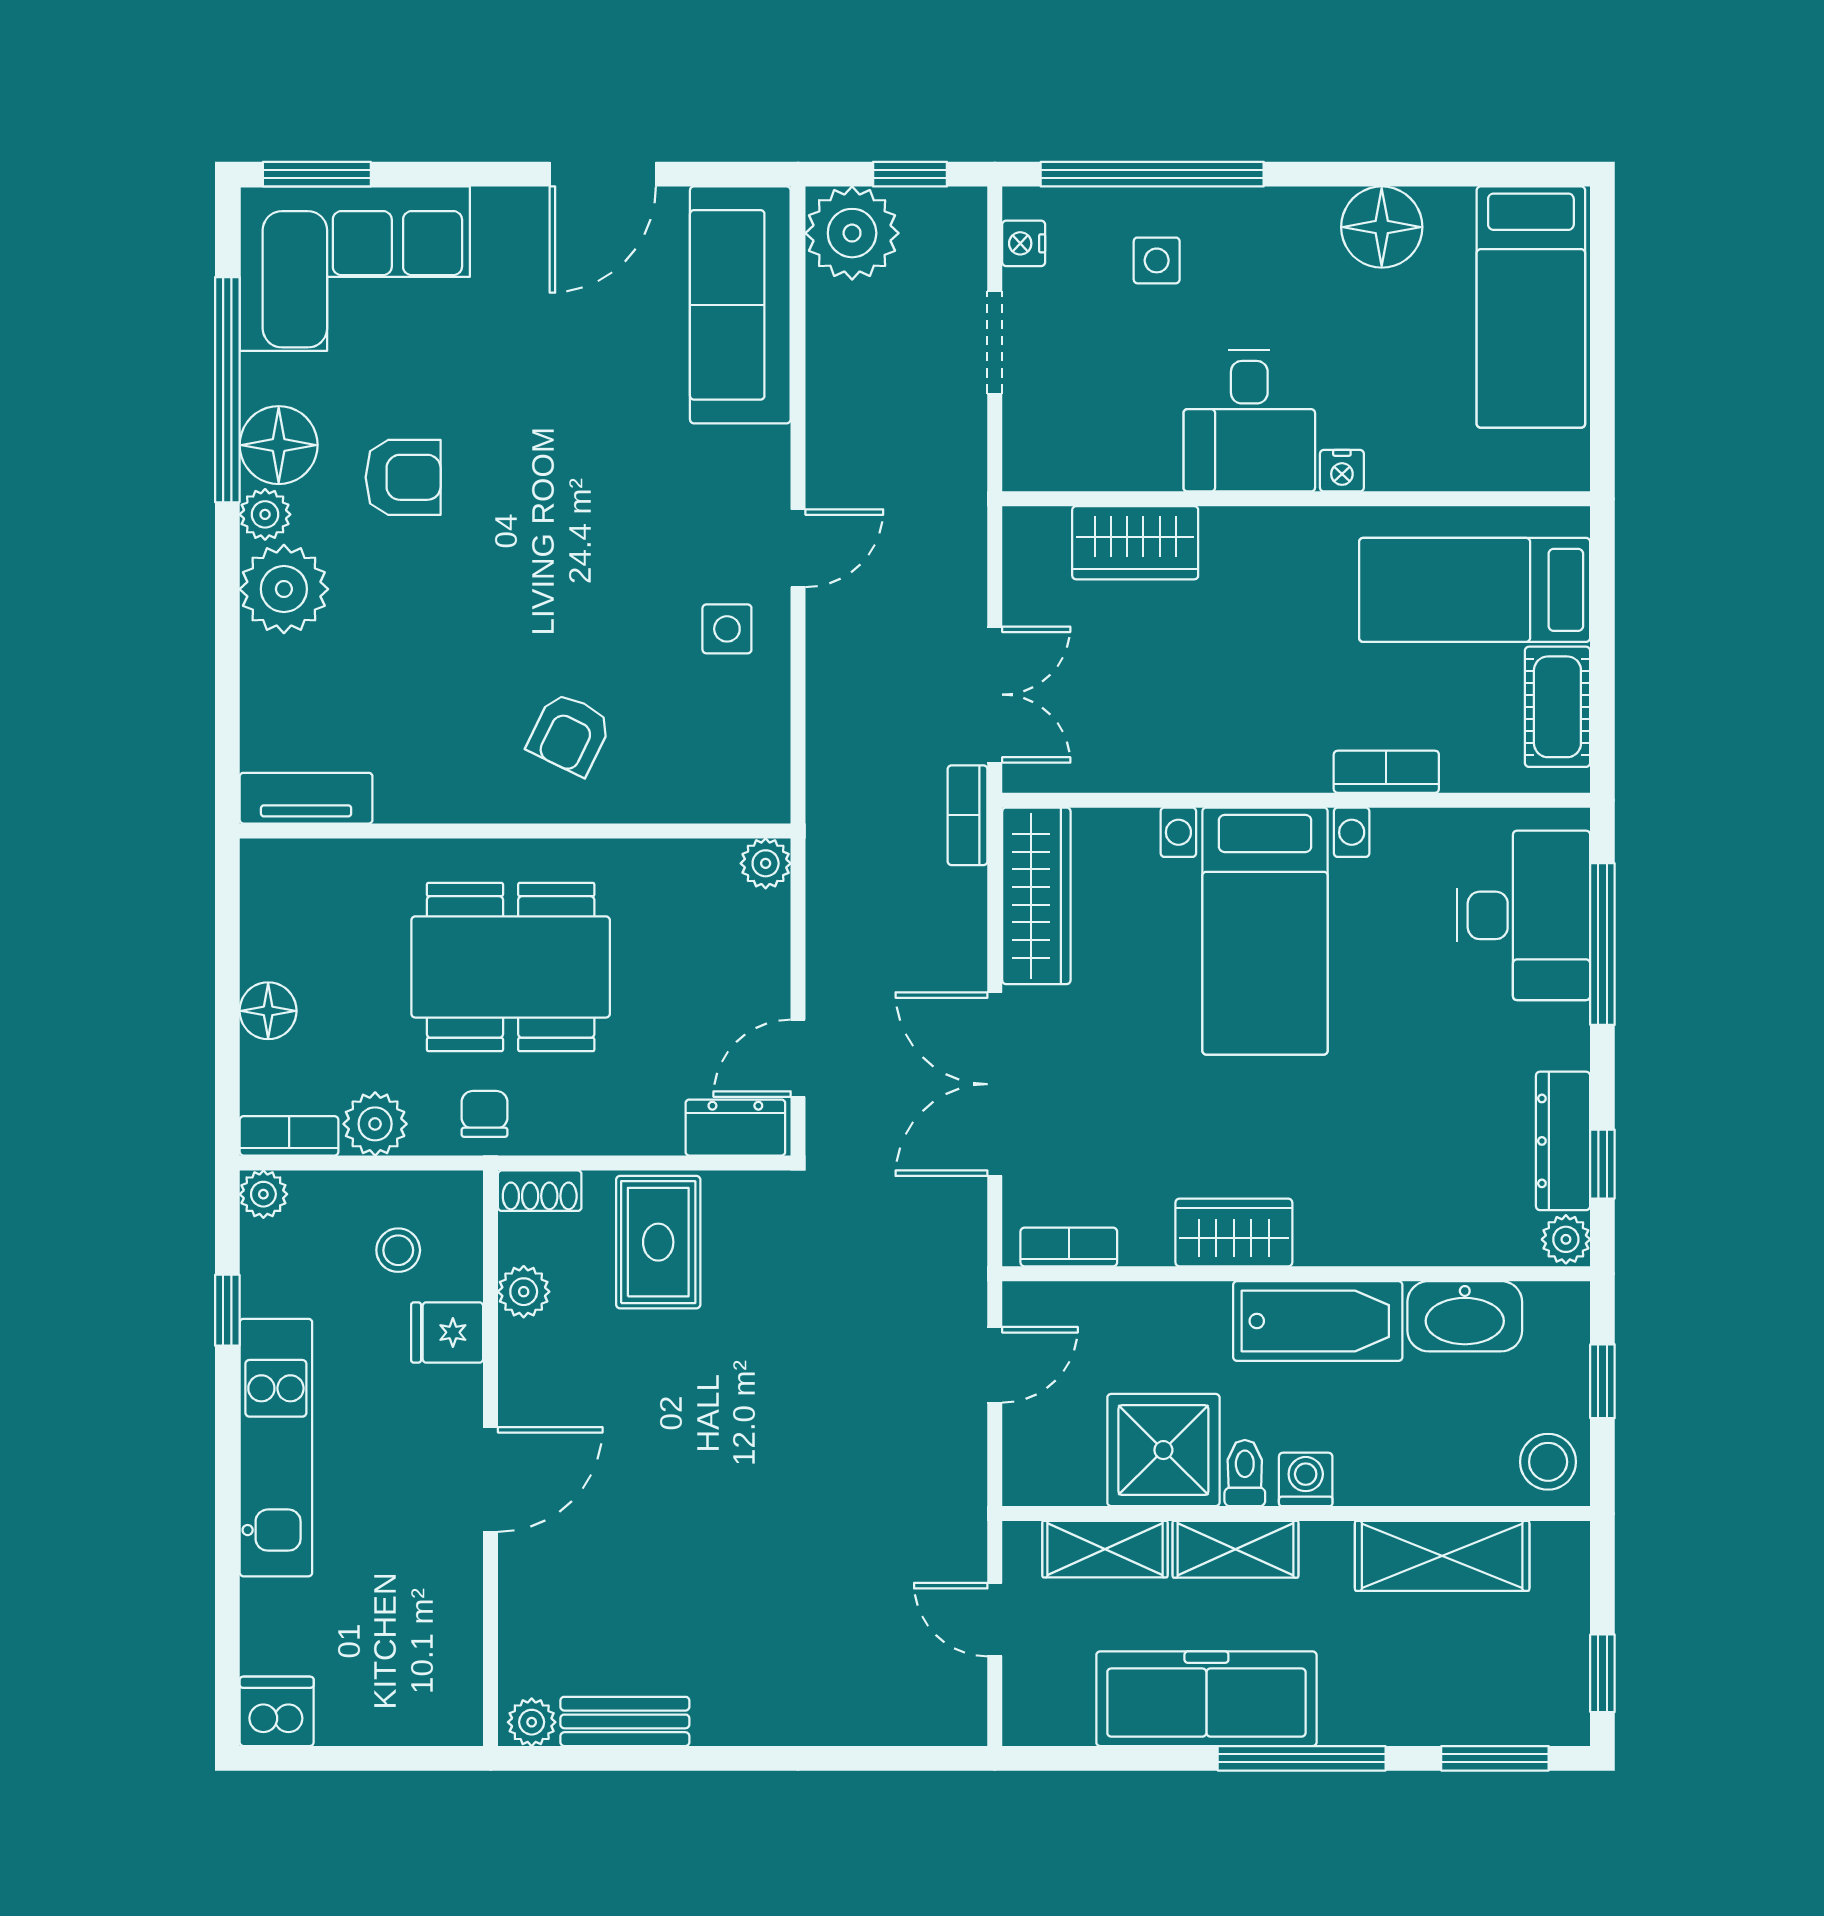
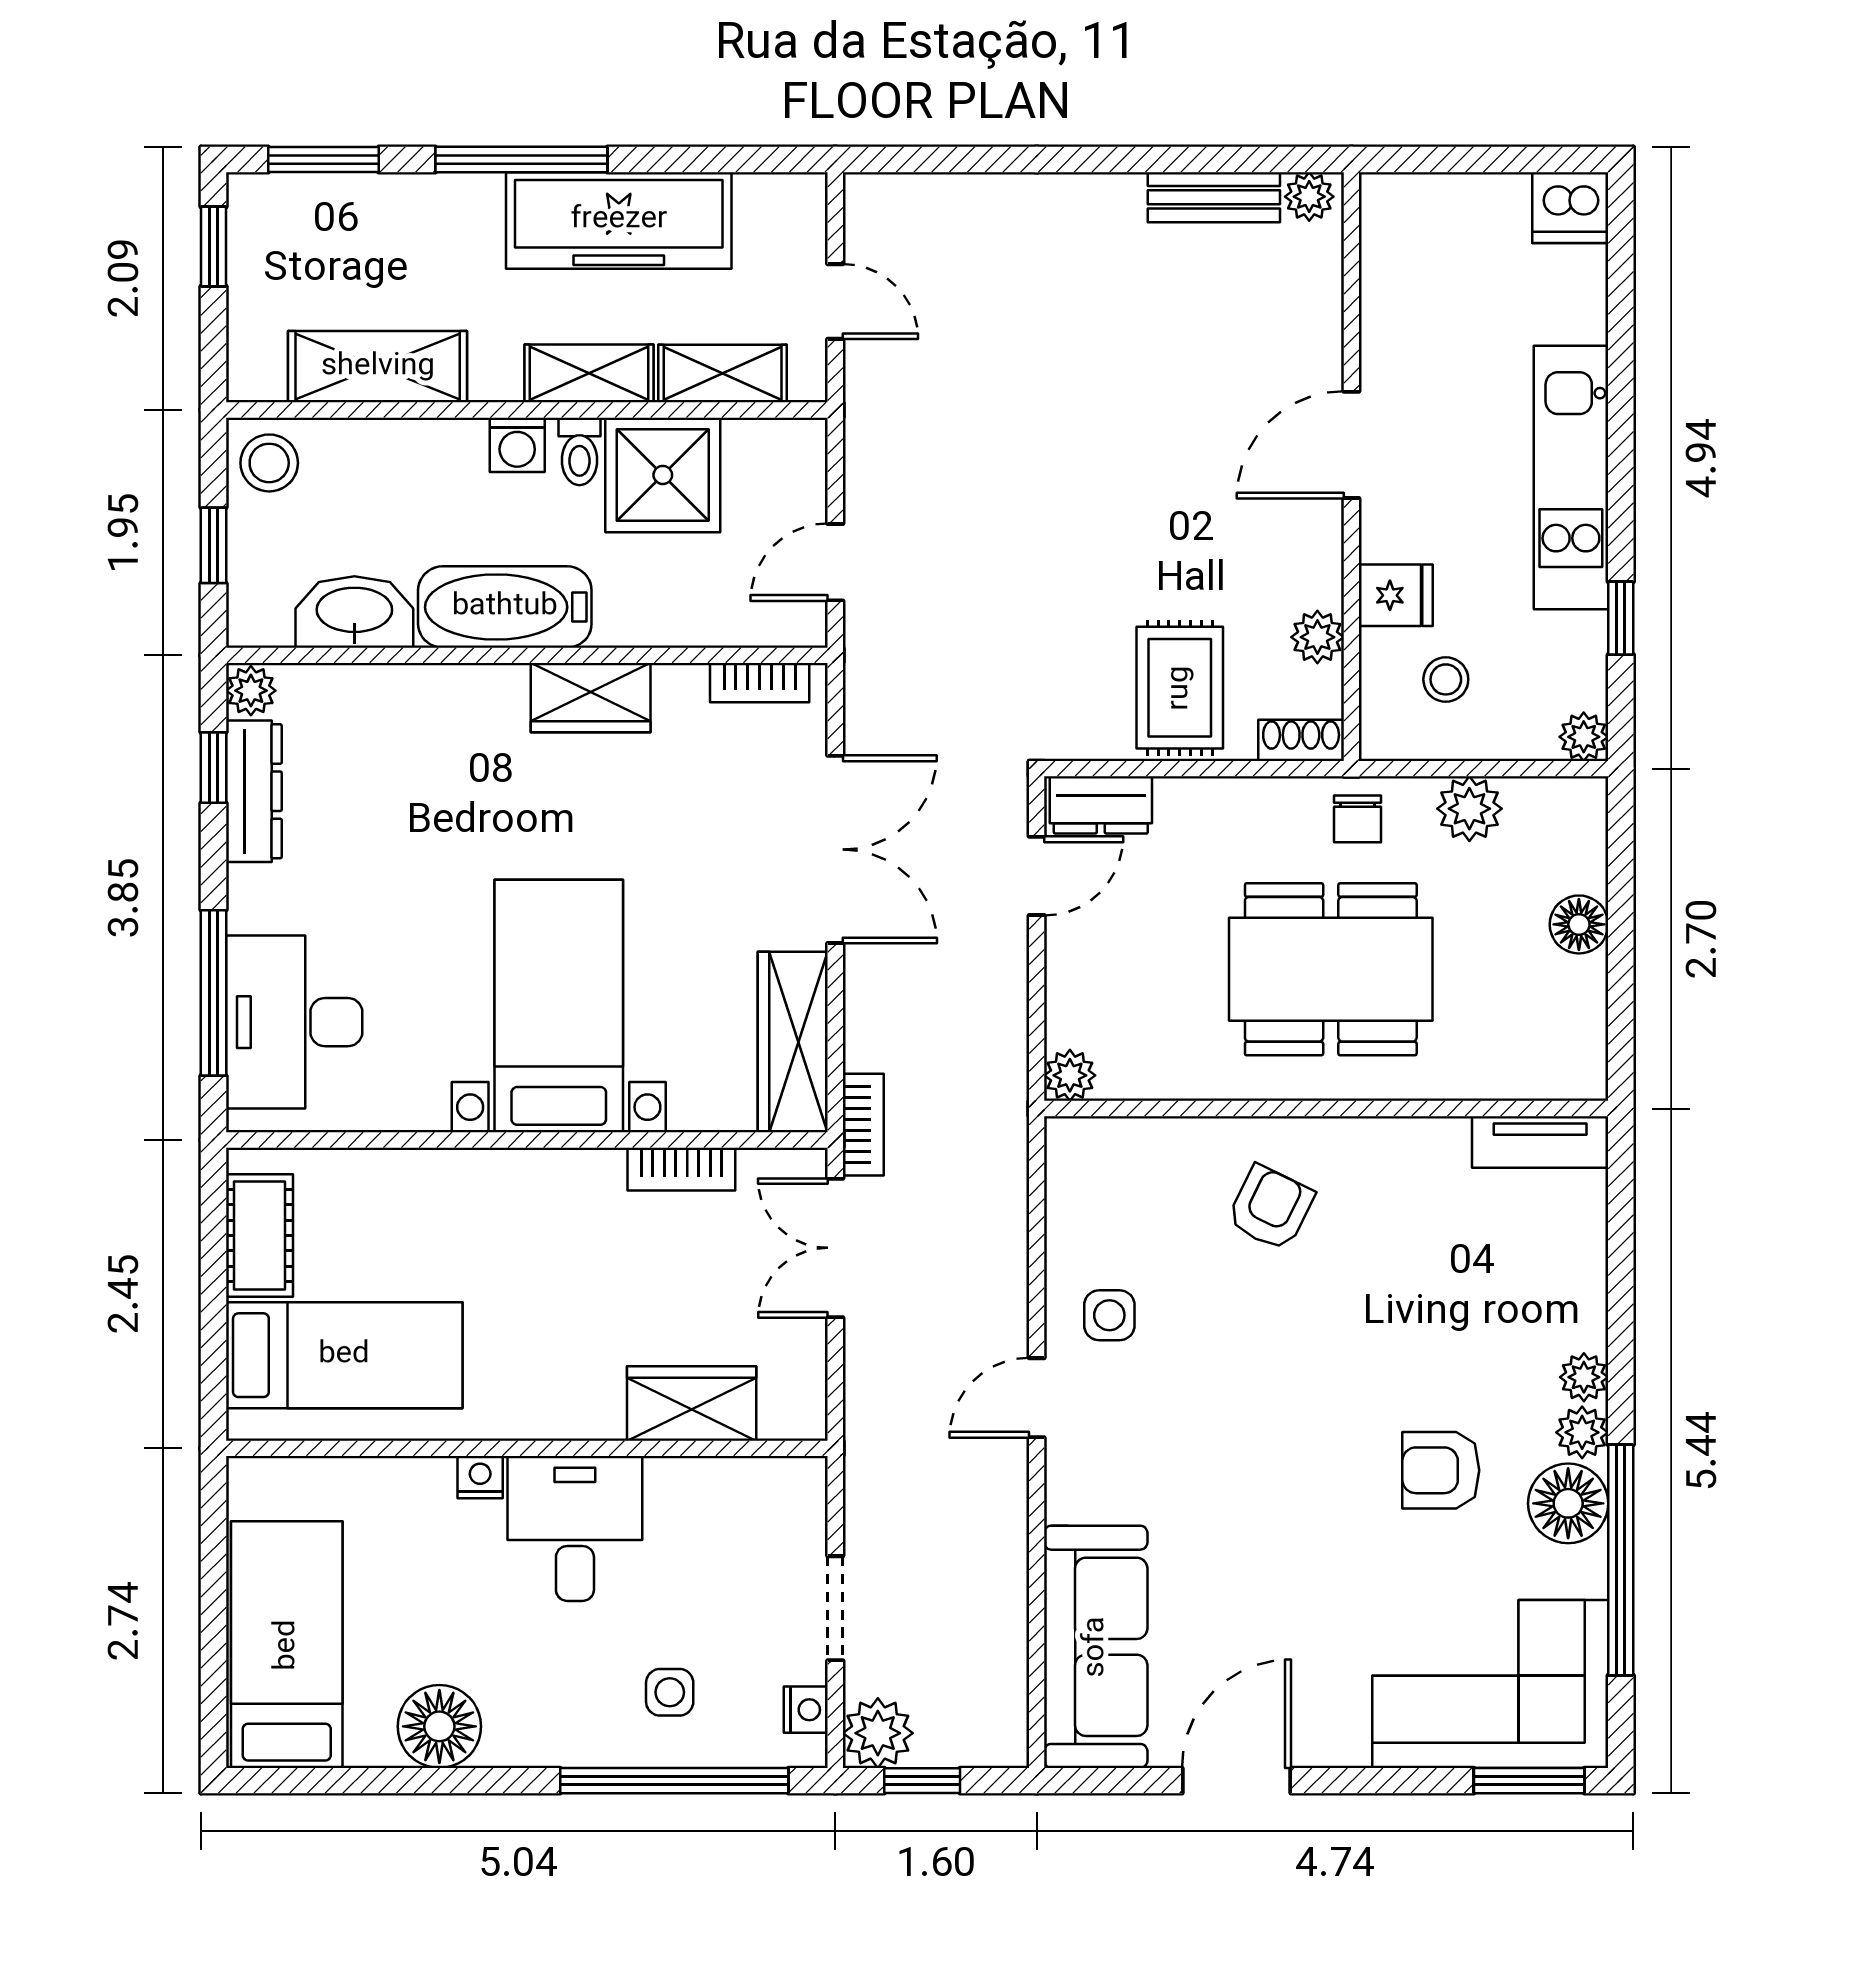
plant: (852, 233) -> (878, 1733), moved, width x0.73, depth x0.73
plant: (284, 589) -> (1584, 1377), width x0.53, depth x0.53
bookcase: (1386, 772) -> (681, 1169), moved
bookcase: (289, 1136) -> (1558, 796), removed

